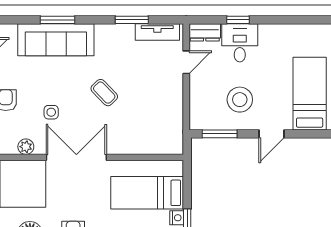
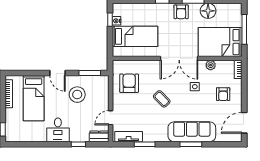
desk: (240, 43) -> (58, 130), moved
armchair: (157, 118) -> (129, 83), added
door: (271, 134) -> (57, 73), swing flipped

